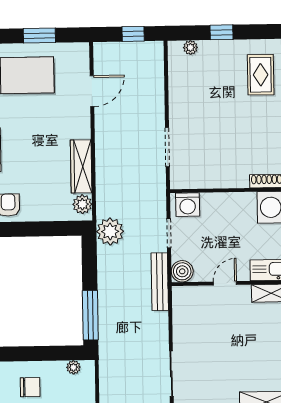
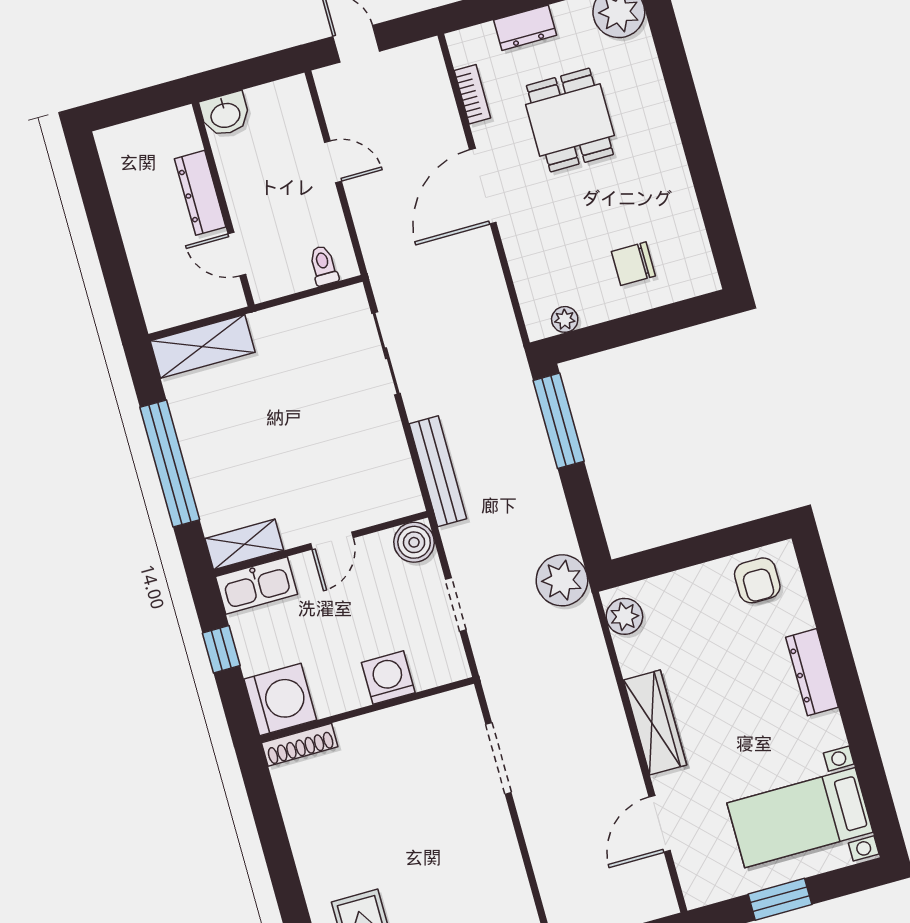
wardrobe: (81, 166) -> (655, 723), moved
washing machine: (188, 205) -> (388, 678), moved
bench: (160, 282) -> (438, 471), moved

